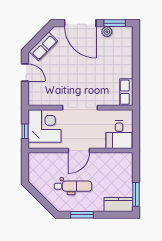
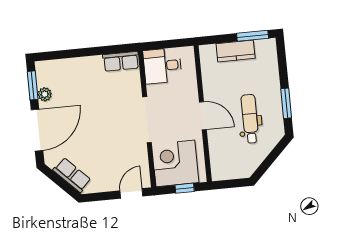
door: (25, 73) -> (131, 193), moved
desk: (119, 135) -> (162, 66), moved, turned 180
kitchen counter: (119, 205) -> (236, 51), moved, turned -90

